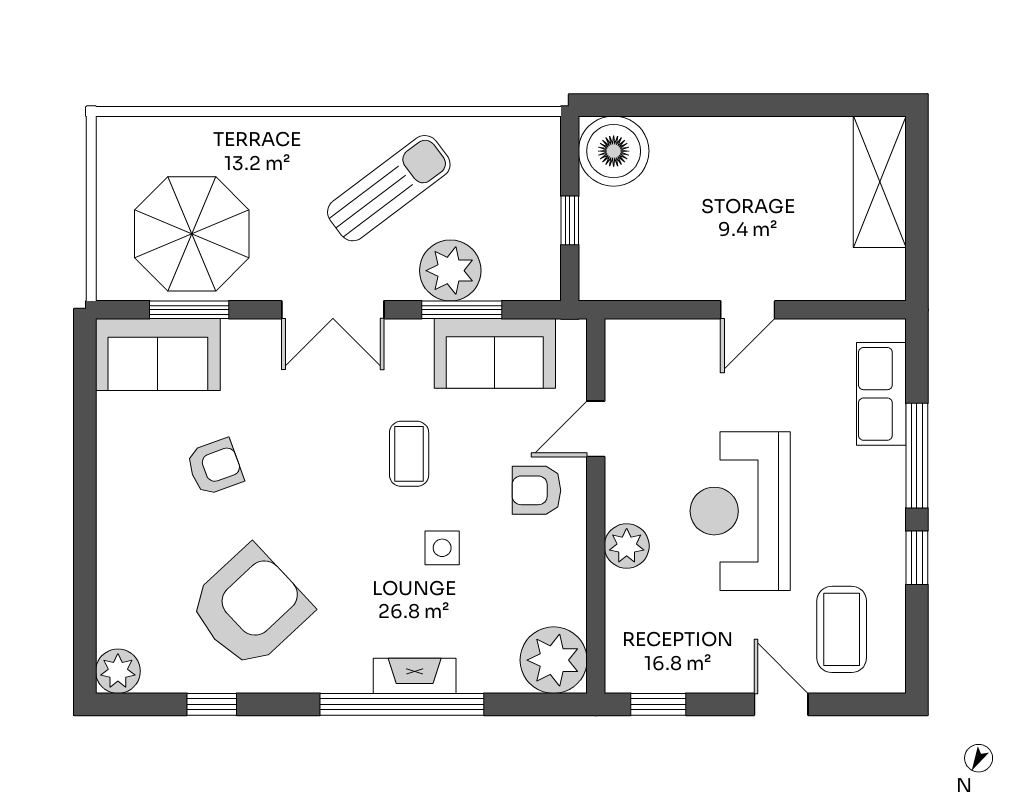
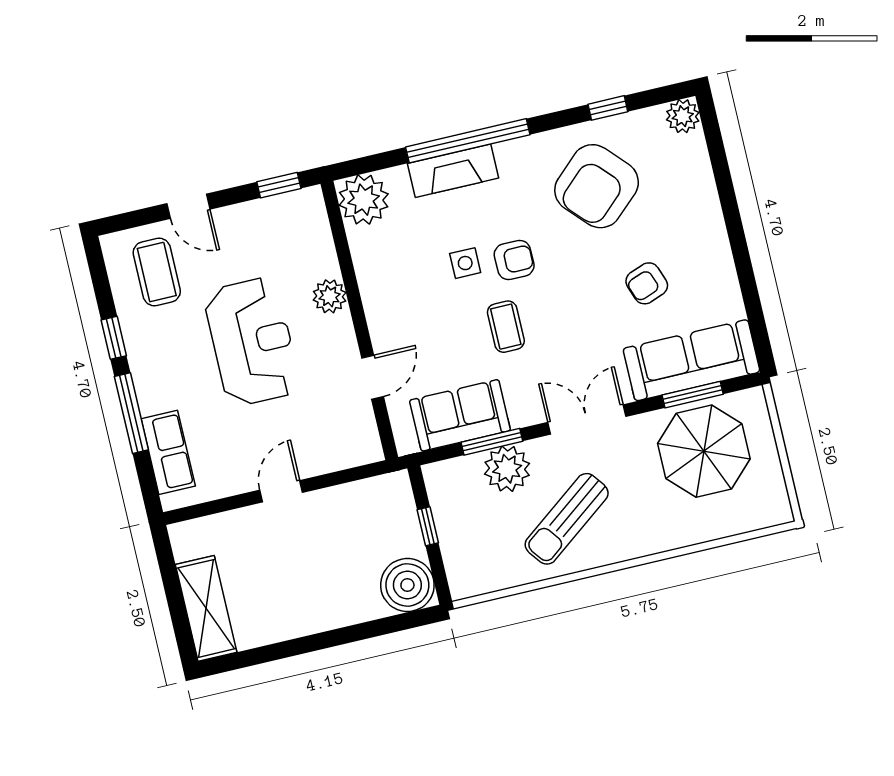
sofa: (158, 354) -> (691, 360), width x1.36
armchair: (536, 490) -> (514, 260), moved
fireplace: (415, 676) -> (453, 171), width x1.37, depth x1.32

